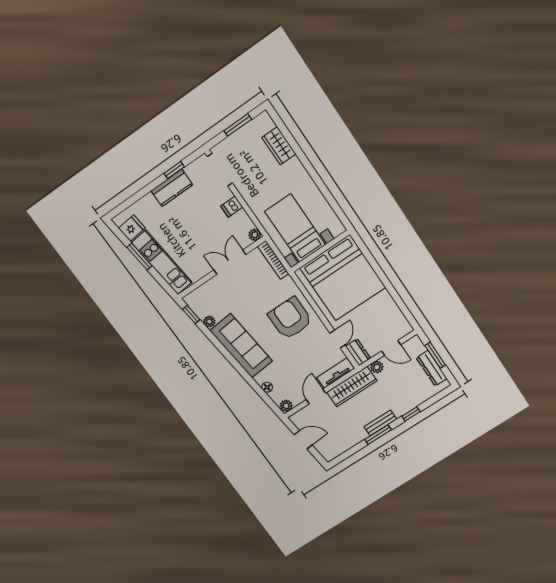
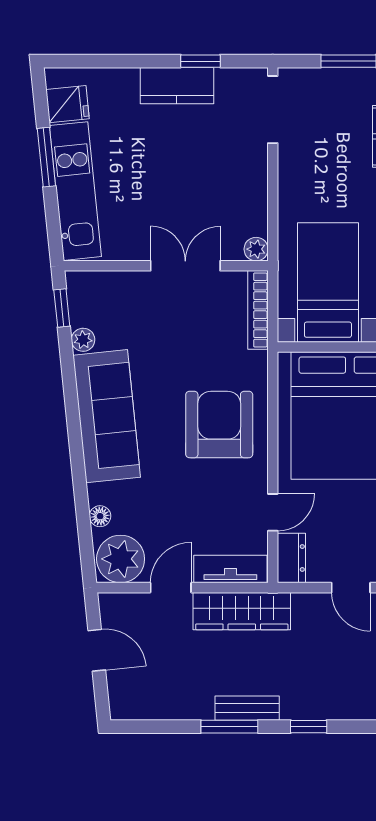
dishwasher: (232, 207) -> (251, 180), removed
plant: (377, 367) -> (306, 605), removed
plant: (286, 406) -> (121, 559), width x1.88, depth x1.88

